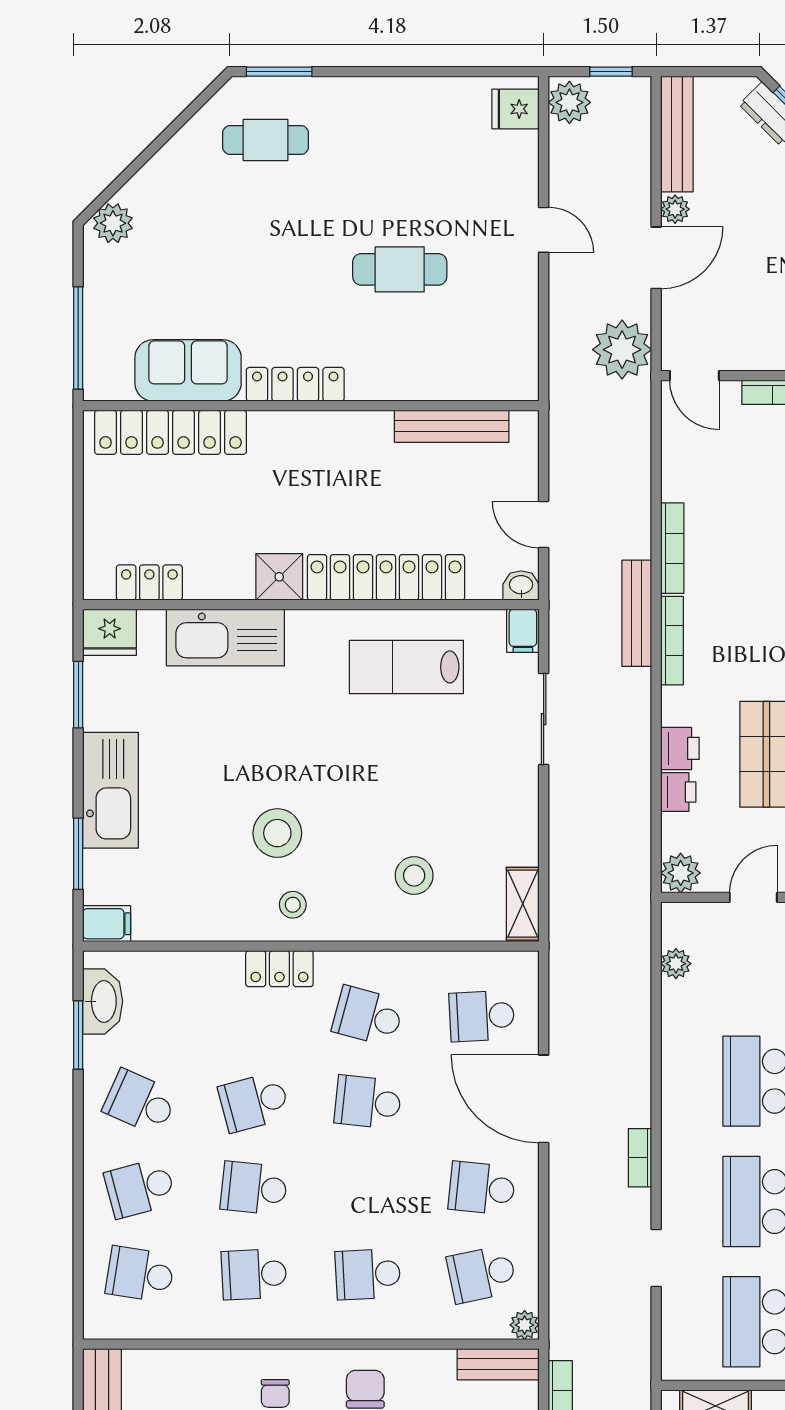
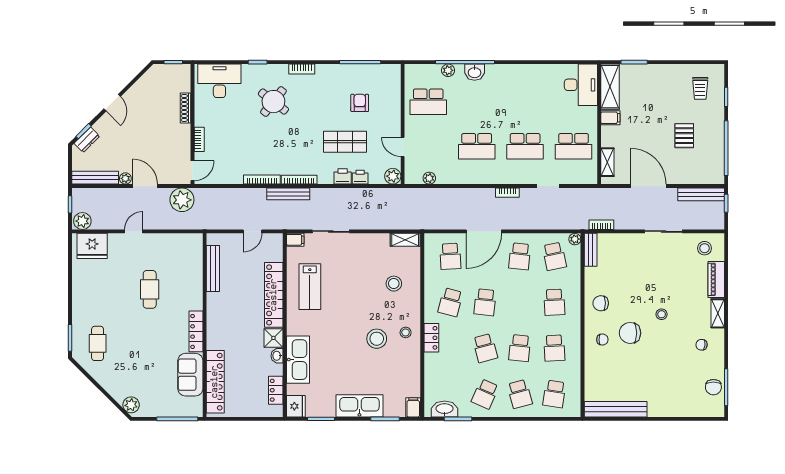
fridge: (515, 109) -> (92, 246), width x1.88, depth x1.34
washbasin: (521, 586) -> (277, 356), moved

